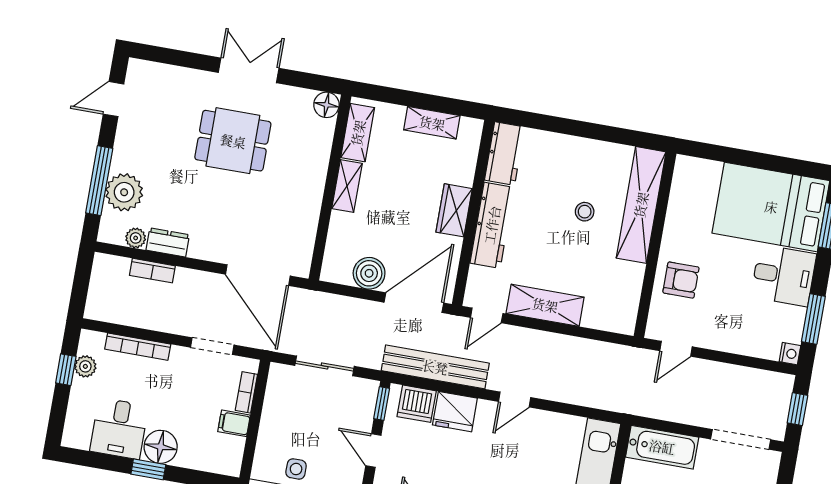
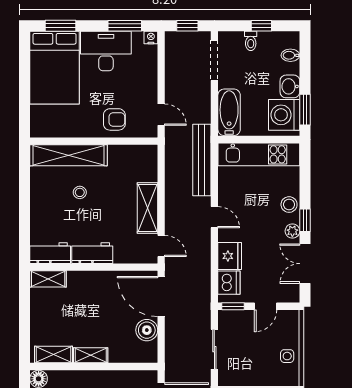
shelving: (432, 123) -> (48, 279), moved, turned 90
wardrobe: (454, 210) -> (94, 280), removed
workbench: (492, 225) -> (92, 253), width x0.73
desk: (784, 275) -> (106, 51), width x1.37
armchair: (681, 280) -> (114, 119), turned 90
bench: (435, 367) -> (202, 160), moved

